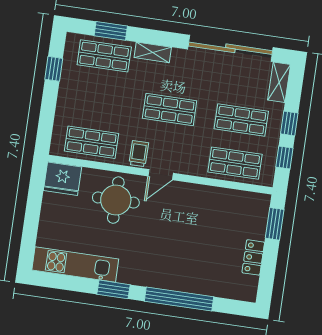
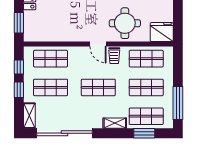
window: (54, 69) -> (178, 103), width x2.17
shop shelf: (98, 99) -> (146, 87), added
door: (161, 175) -> (98, 44), swing flipped

